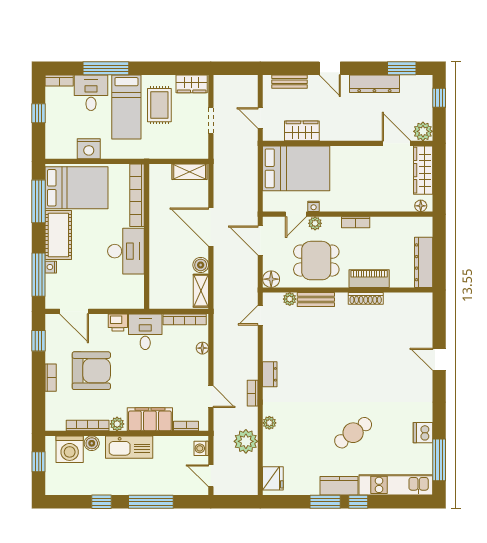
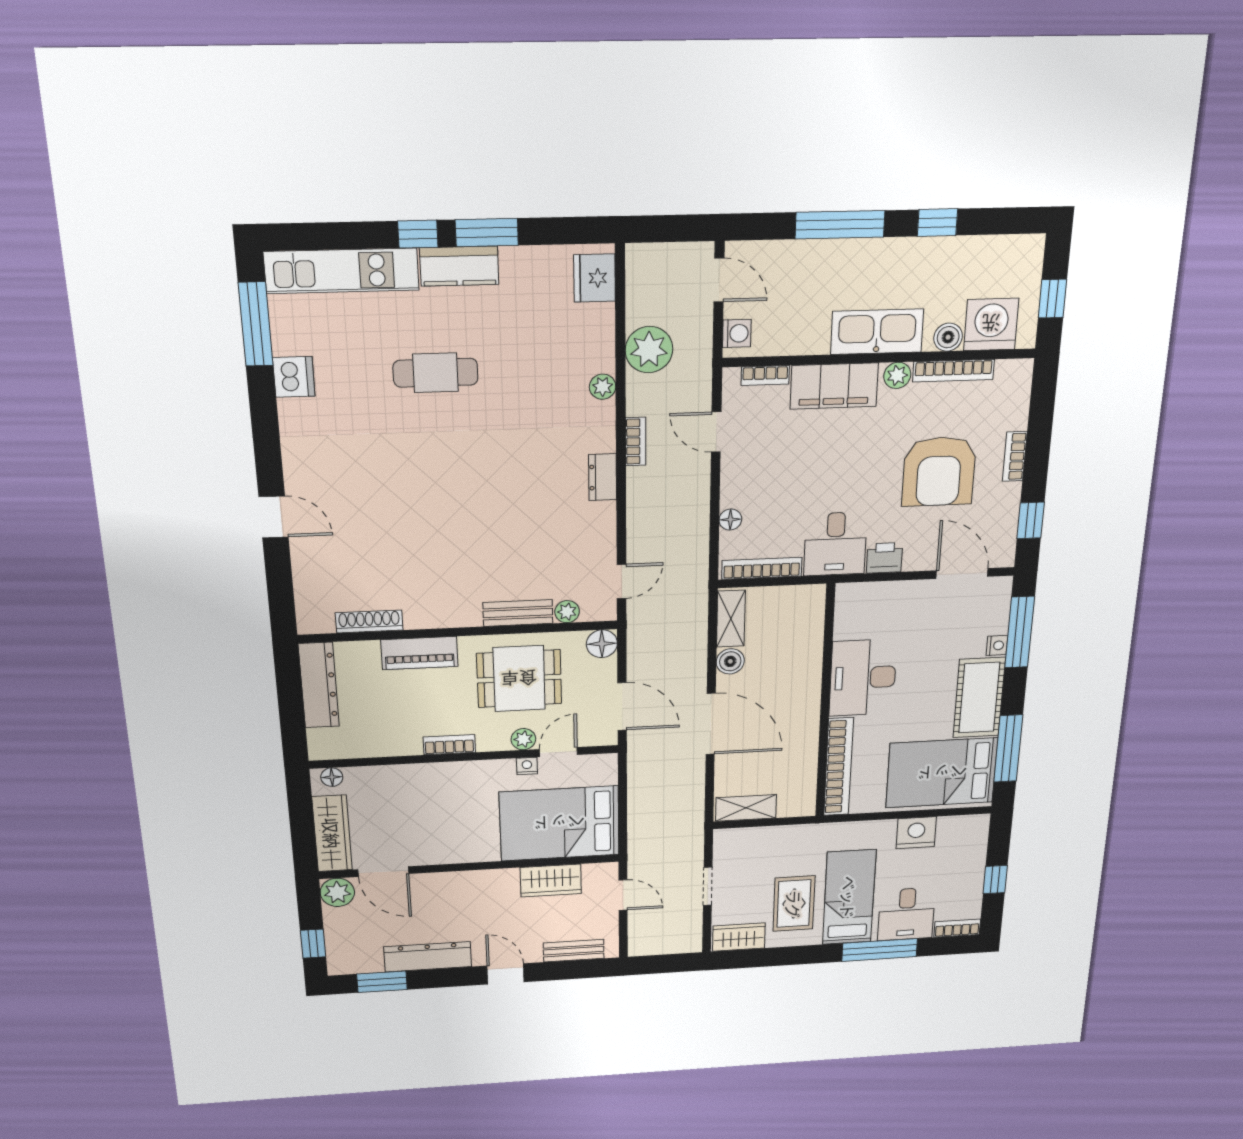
shoe rack: (366, 298) -> (369, 621), moved
armchair: (91, 371) -> (939, 471), turned -90
cafe table: (353, 433) -> (436, 373), turned 36

